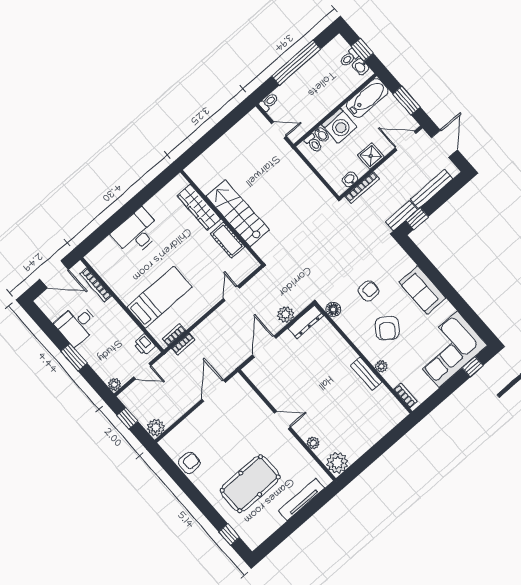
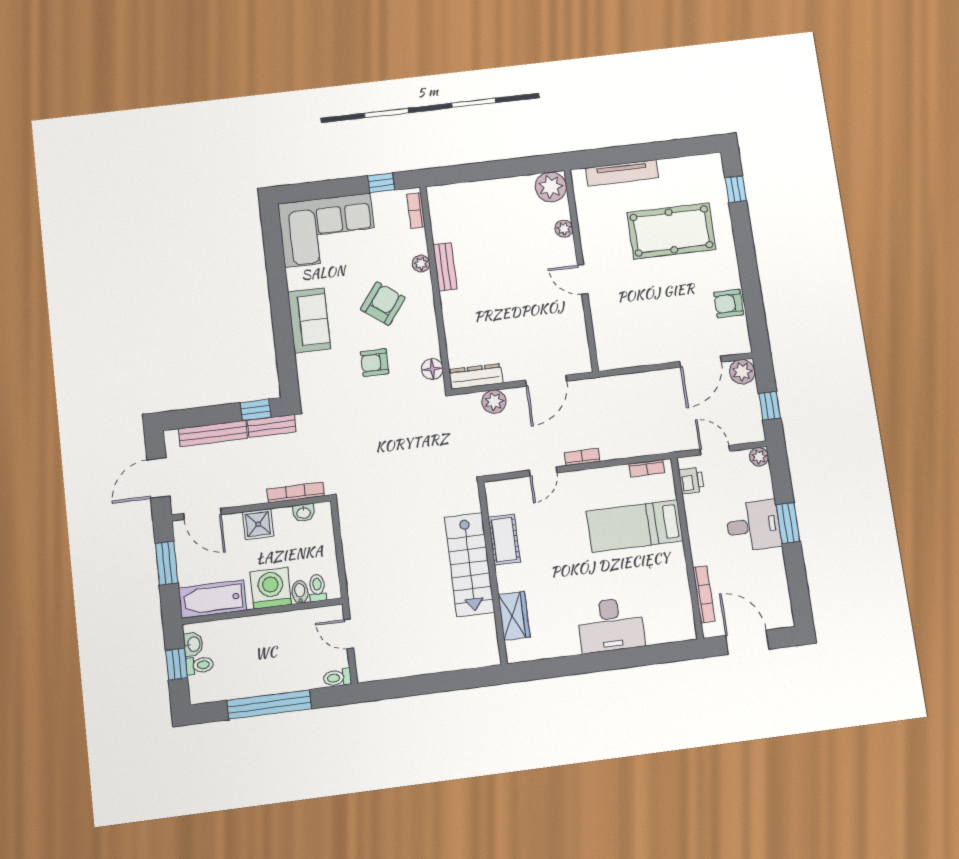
wardrobe: (199, 207) -> (514, 616), width x0.67
desk: (77, 324) -> (753, 526), moved
bookcase: (183, 344) -> (582, 457), moved
window: (473, 367) -> (381, 183), moved
door: (214, 391) -> (701, 362), moved

